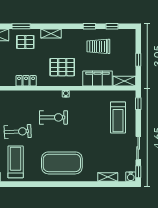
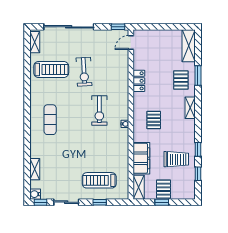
trolley: (98, 46) -> (176, 159), turned 90
pallet: (126, 58) -> (164, 189), added
pallet: (62, 67) -> (154, 120), width x0.67, depth x0.71
window: (138, 104) -> (100, 202), moved
exercise mat: (62, 163) -> (50, 120), width x0.50, depth x0.69

